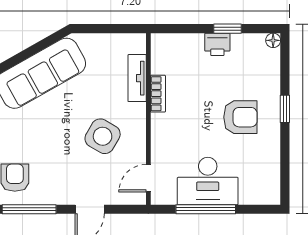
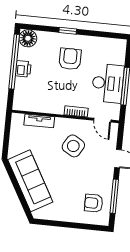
window: (227, 29) -> (14, 62), width x3.17
floor lamp: (273, 40) -> (28, 38), width x1.89, depth x1.89
bookcase: (158, 94) -> (76, 111), moved

